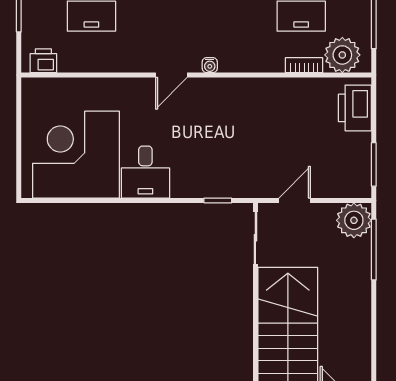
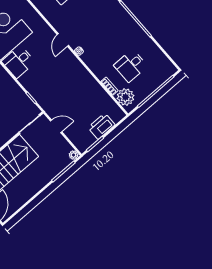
door: (171, 75) -> (63, 40), hinge flipped
printer: (355, 108) -> (101, 126), moved
plant: (354, 220) -> (74, 155), width x0.53, depth x0.53

